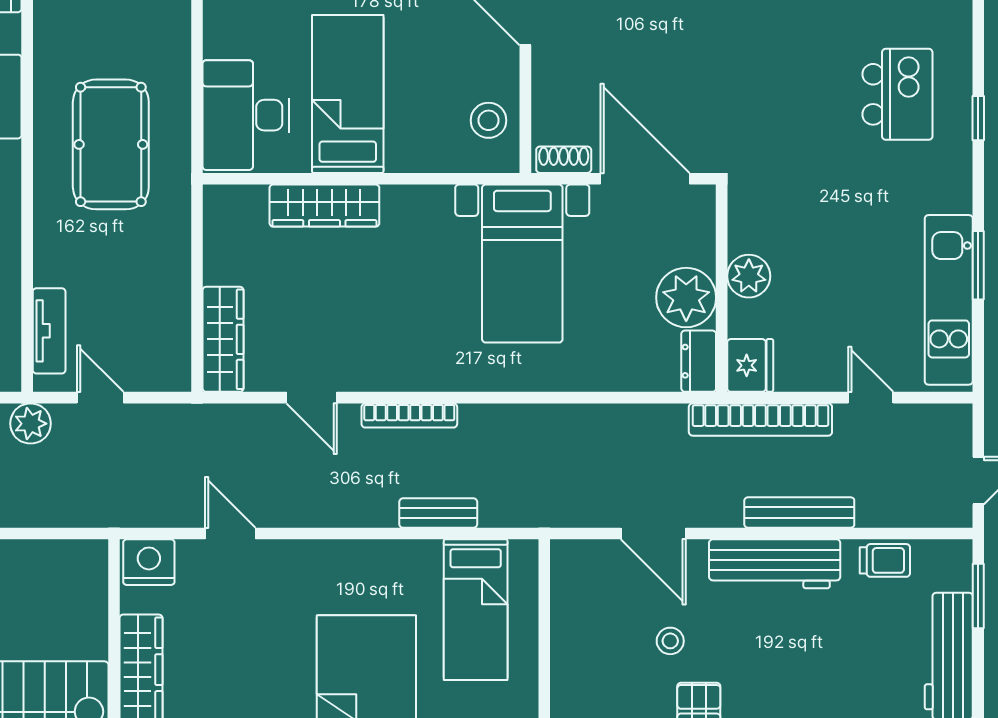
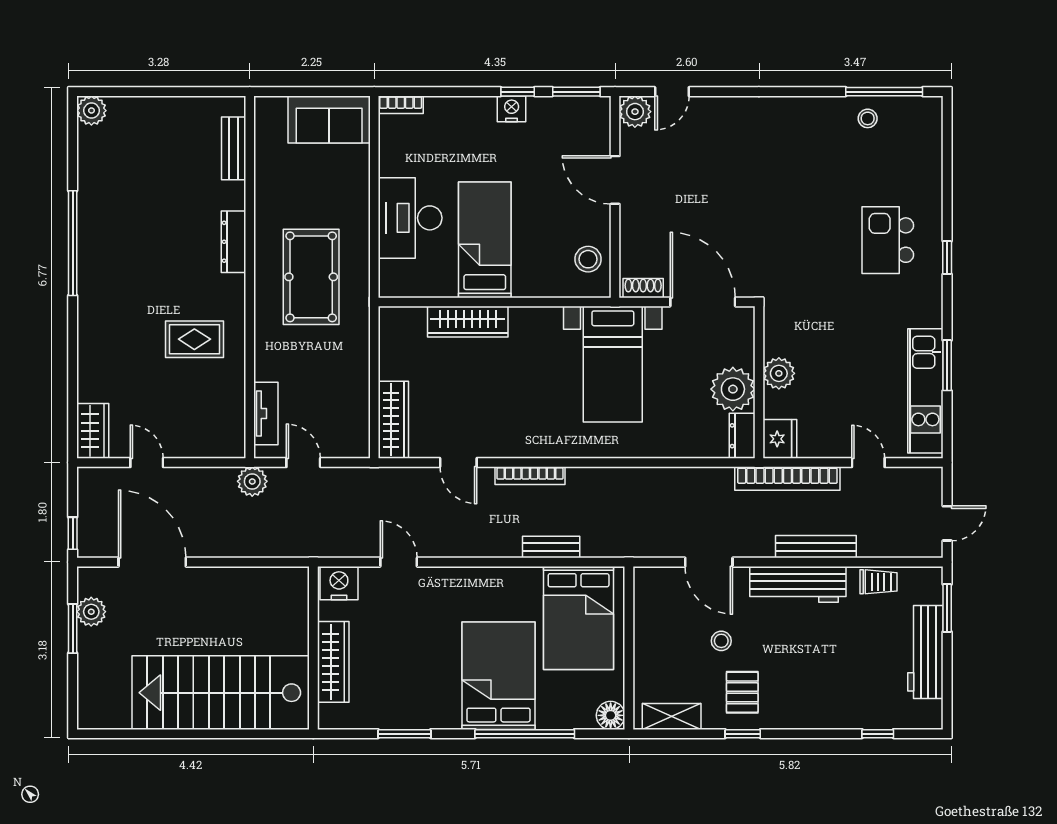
kitchen island: (897, 94) -> (888, 240), turned 180
desk: (246, 115) -> (410, 218), moved
bed: (476, 610) -> (579, 618), width x1.50

